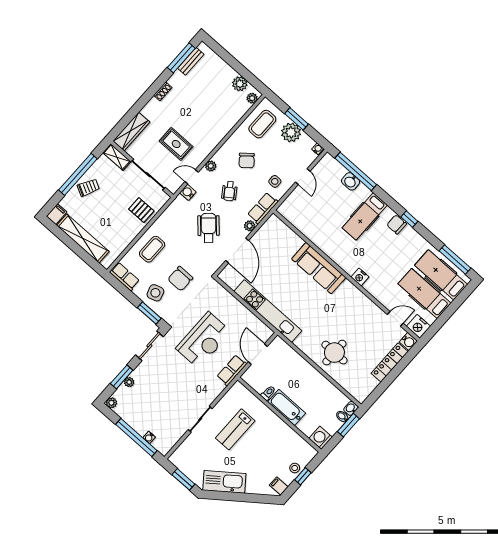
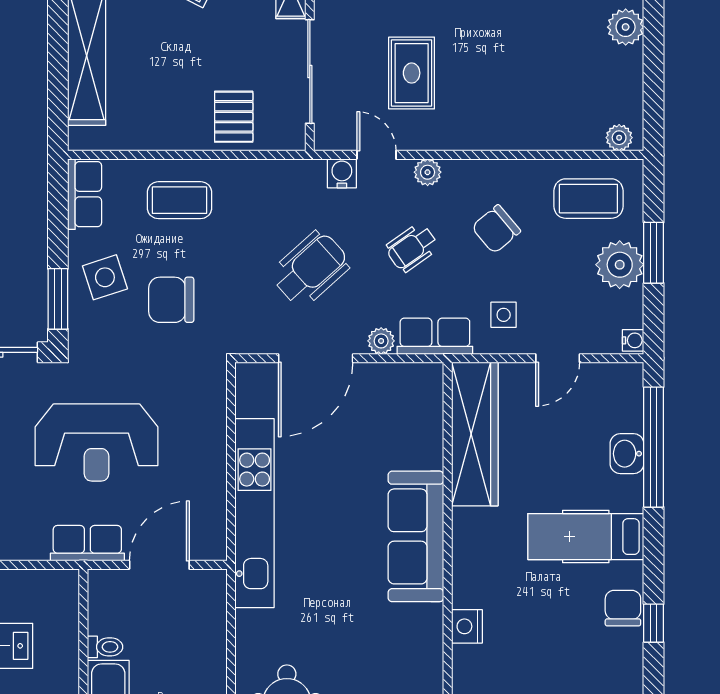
plant: (240, 84) -> (626, 27), moved
wardrobe: (303, 222) -> (475, 434), added

